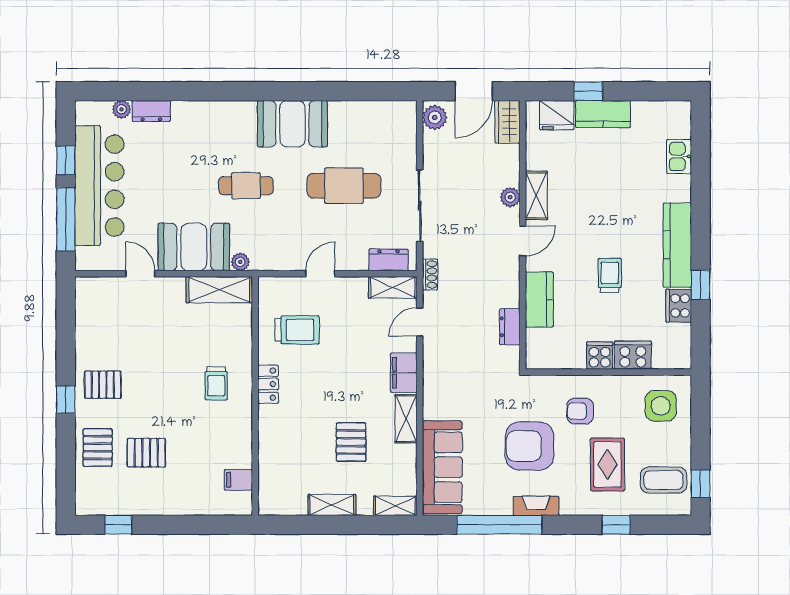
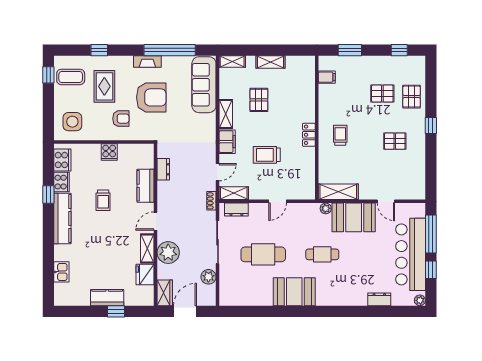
plant: (121, 109) -> (420, 300), moved
fridge: (557, 115) -> (145, 275), moved, turned -90
plant: (435, 117) -> (208, 277), moved
plant: (510, 197) -> (168, 253), width x1.87, depth x1.87
trolley: (297, 330) -> (267, 155), moved
cooker: (633, 355) -> (62, 160), moved, turned -90
pallet: (103, 385) -> (395, 141), moved
window: (200, 525) -> (350, 50), added

